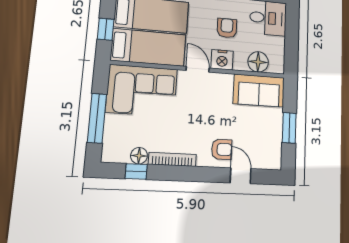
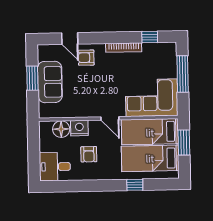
window: (106, 29) -> (184, 142), width x1.50
nightstand: (222, 60) -> (79, 128), moved
sofa: (259, 91) -> (50, 82), moved, turned 90
floor lamp: (139, 156) -> (149, 49), removed

